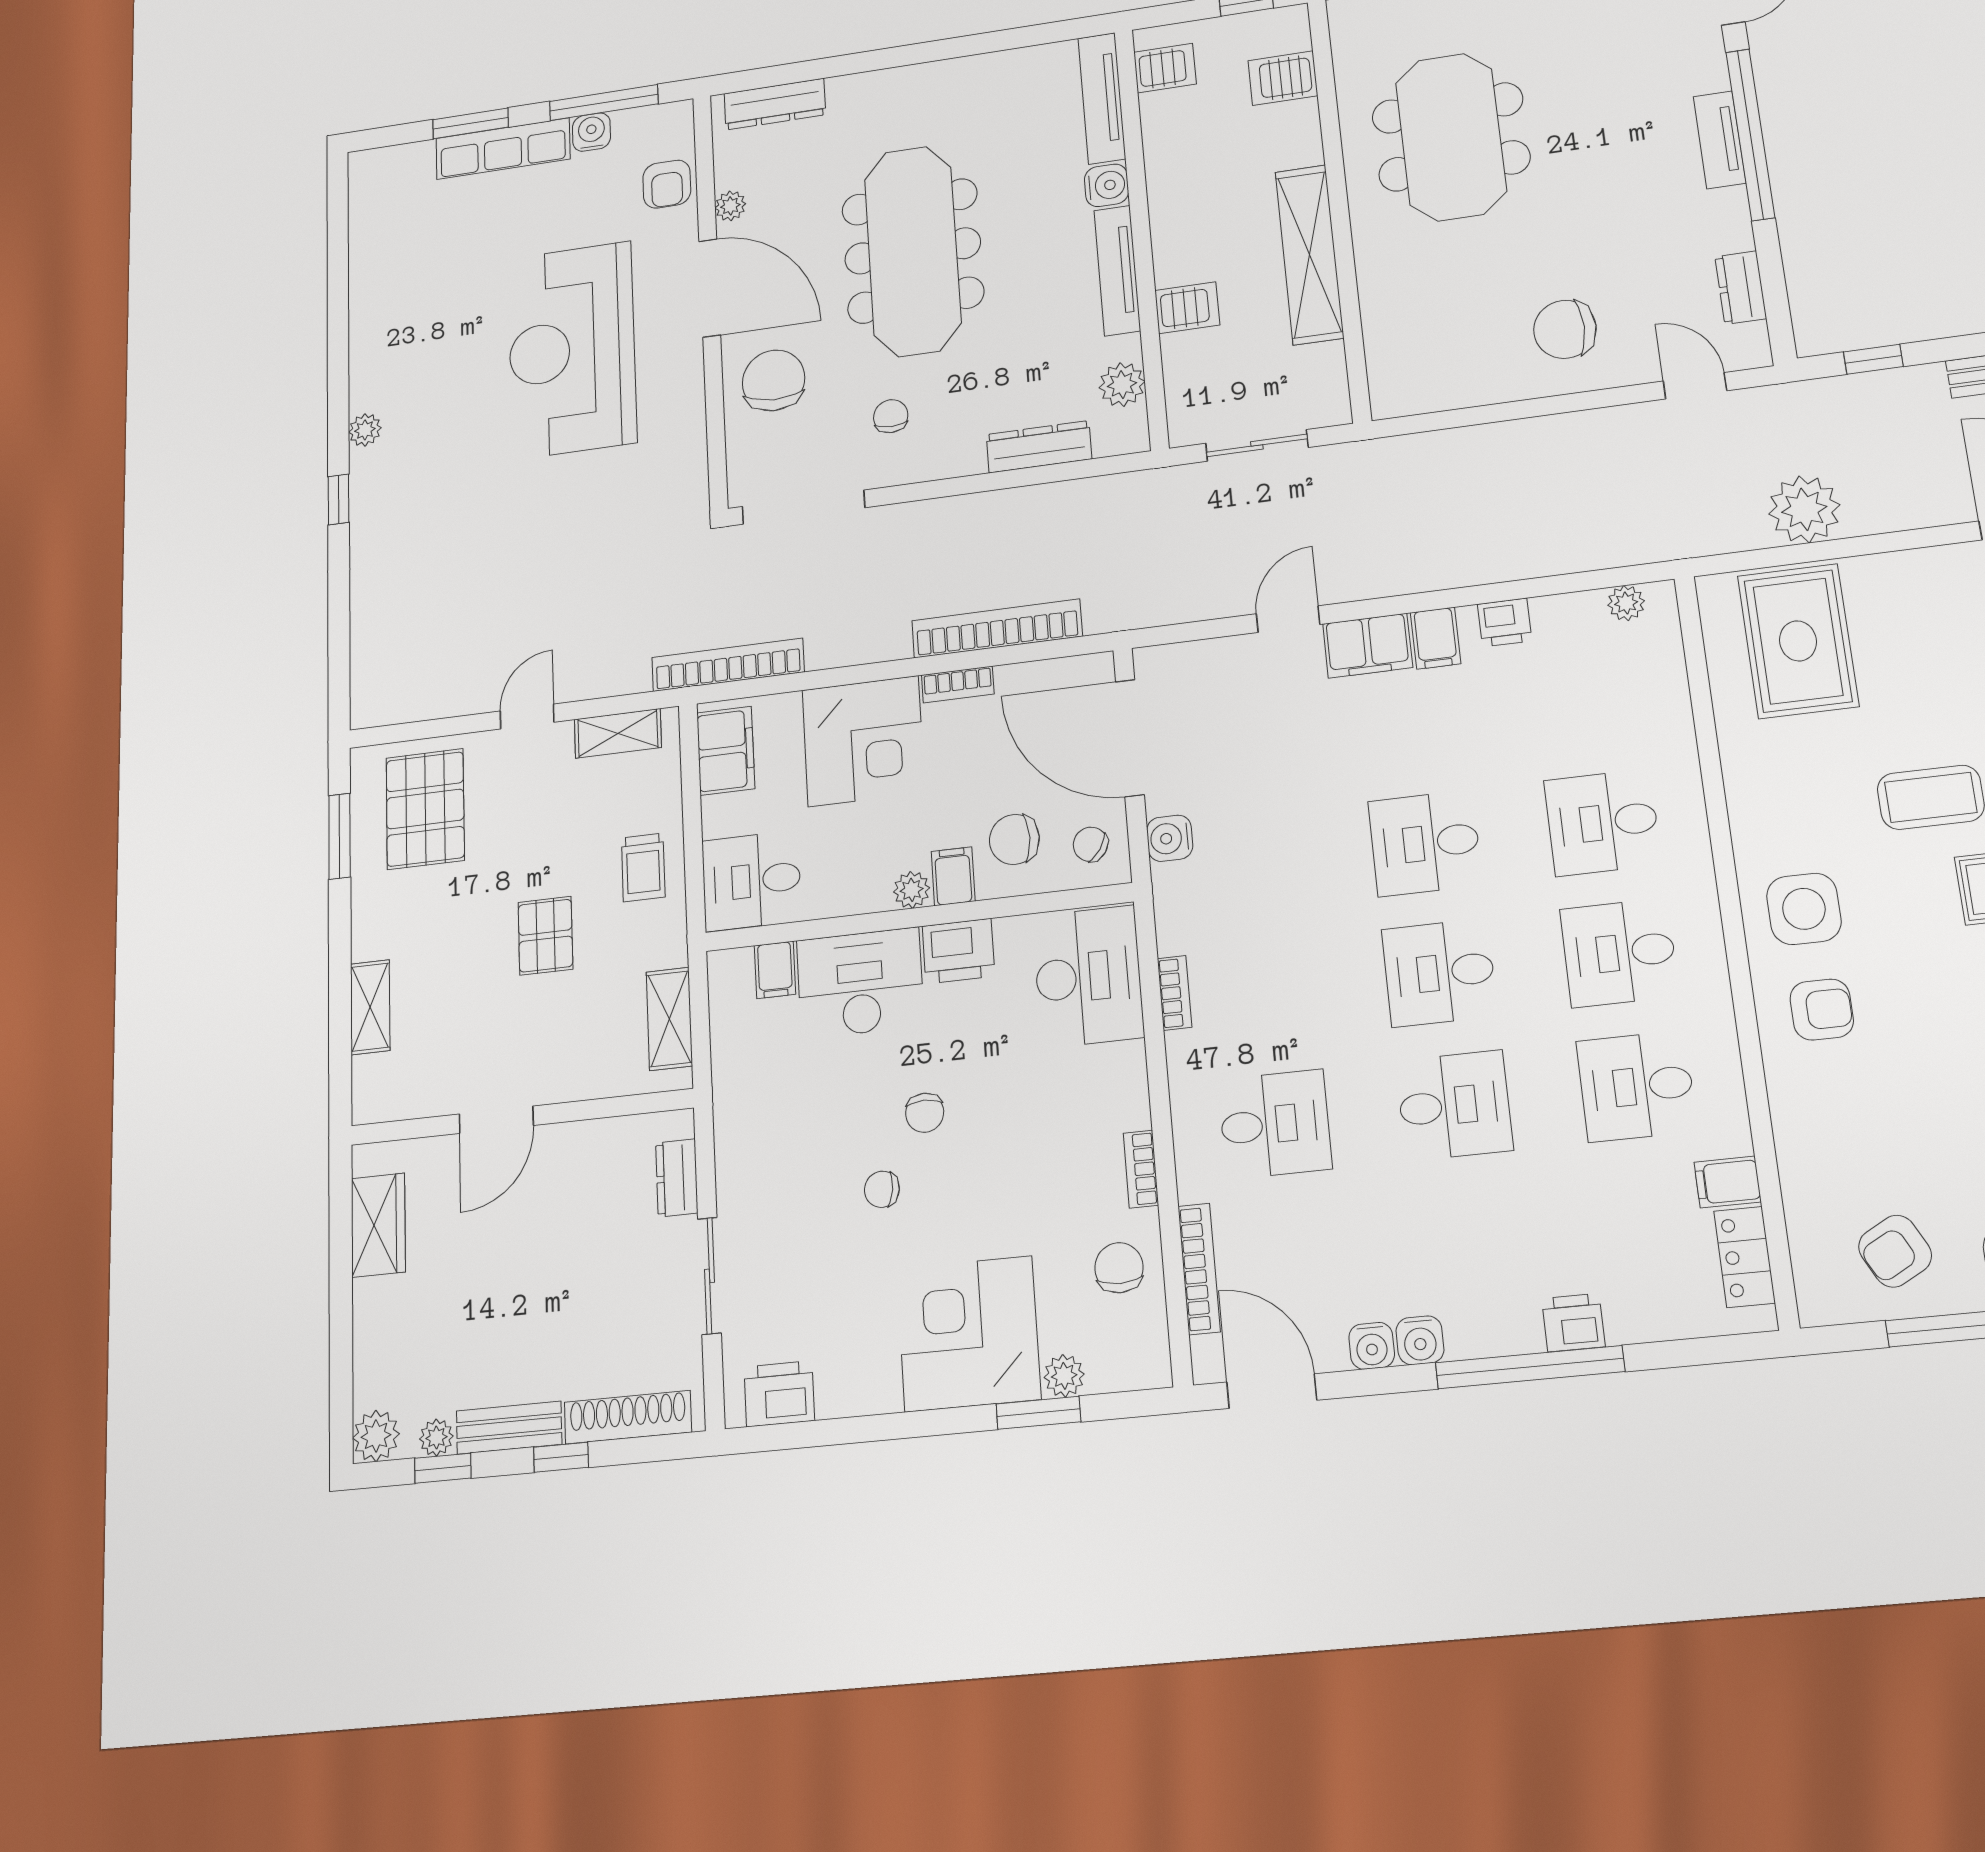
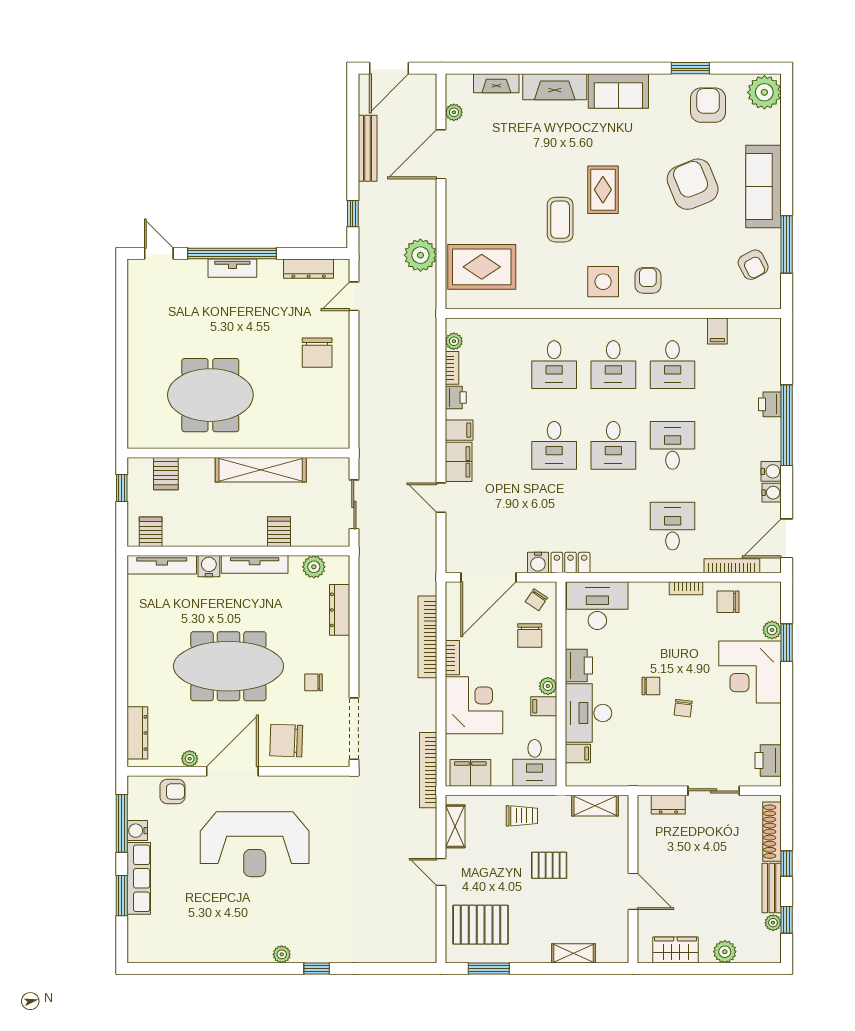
dresser: (1741, 288) -> (309, 269), width x1.44
filing cabinet: (953, 876) -> (544, 706), moved
bookcase: (1175, 993) -> (452, 368), moved, turned 90
locker: (1745, 1257) -> (571, 563), moved, turned 180
plant: (376, 1436) -> (725, 952), moved

